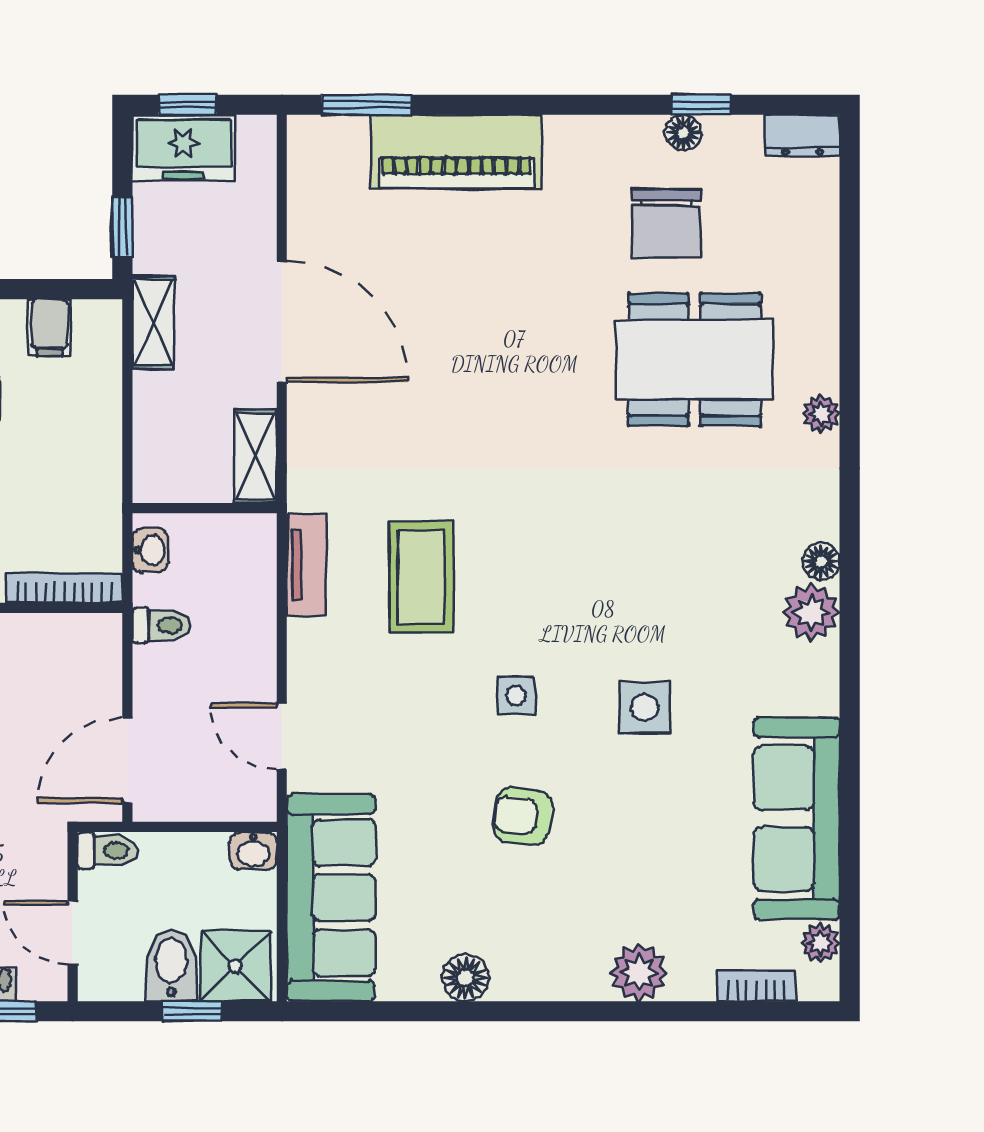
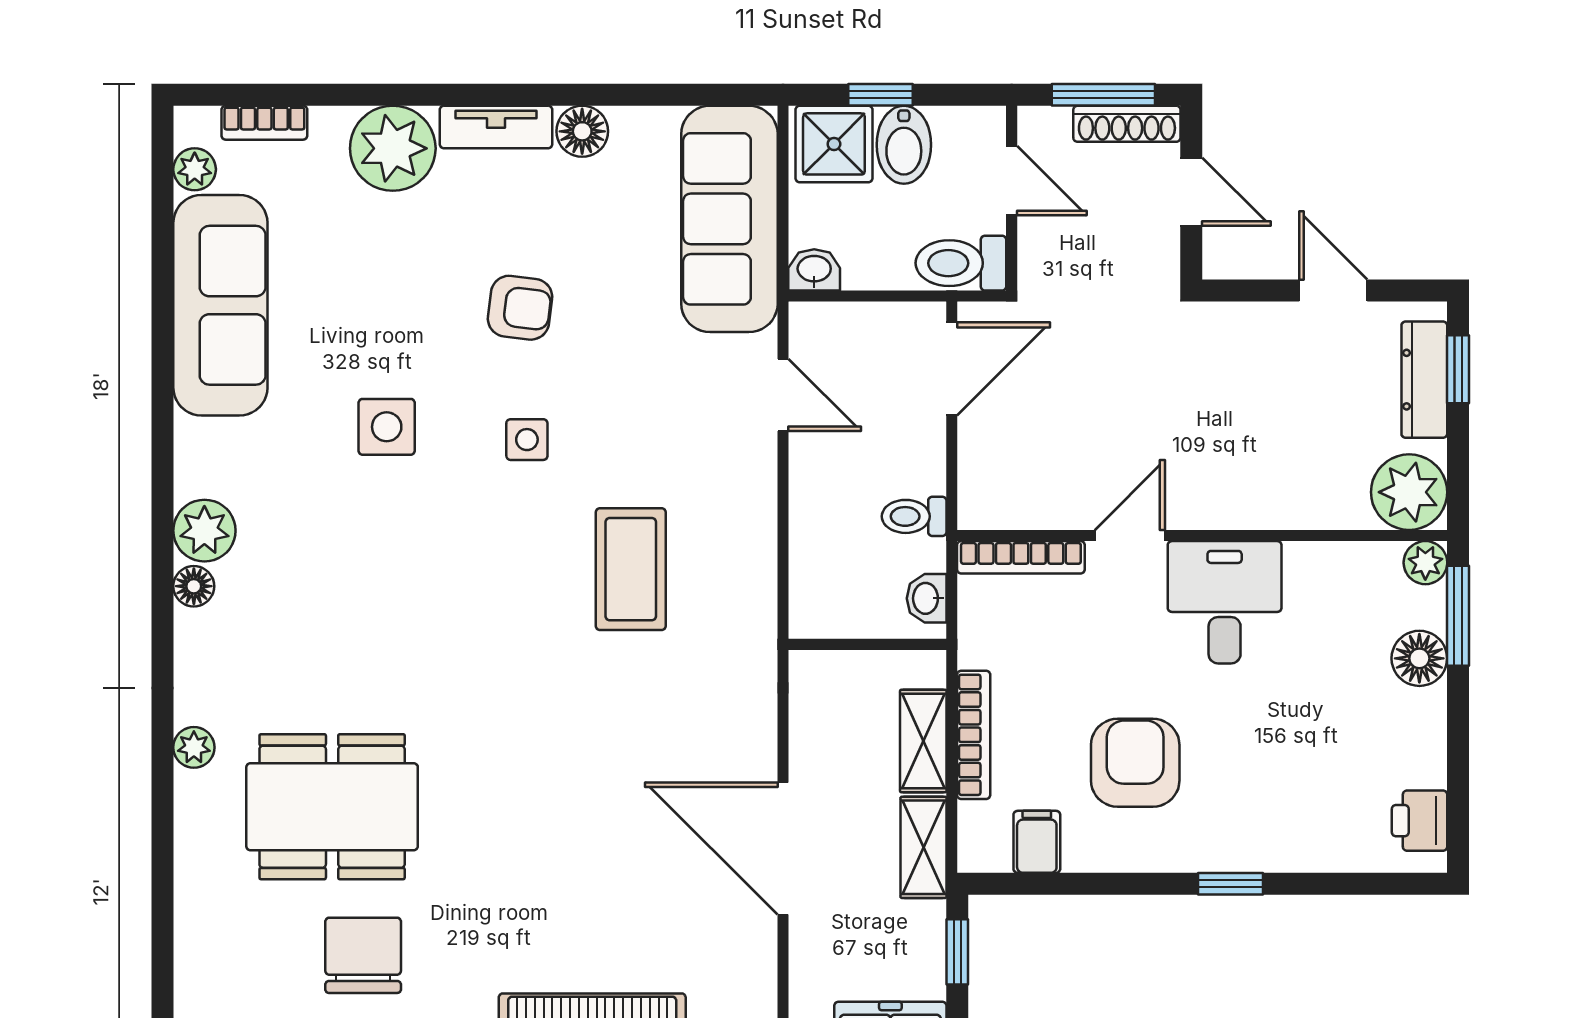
bookcase: (107, 425) -> (974, 735), added
shelving: (256, 456) -> (923, 741), moved
tv unit: (306, 565) -> (496, 127), moved, turned -90
toilet: (107, 850) -> (961, 263), width x1.37, depth x1.39
plant: (639, 973) -> (393, 148), width x1.36, depth x1.36

